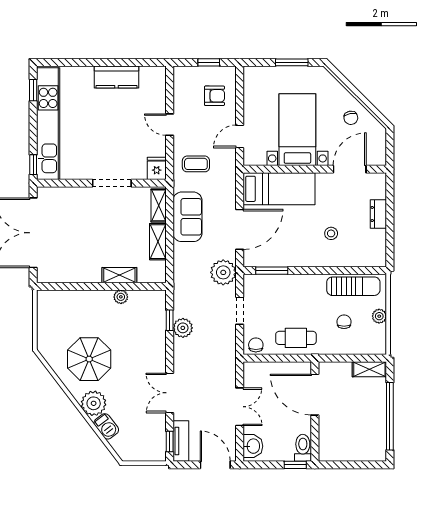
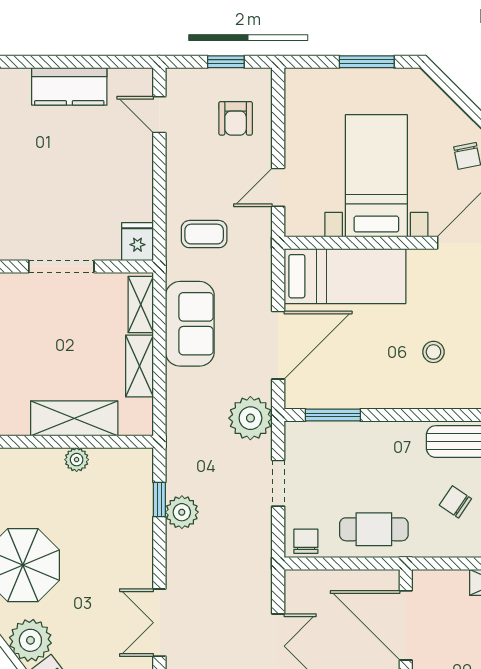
armchair: (214, 96) -> (236, 118), turned 90
door: (170, 125) -> (159, 115), moved
shelving: (119, 275) -> (74, 418), width x1.50, depth x1.33
chair: (344, 322) -> (455, 502), turned -56

